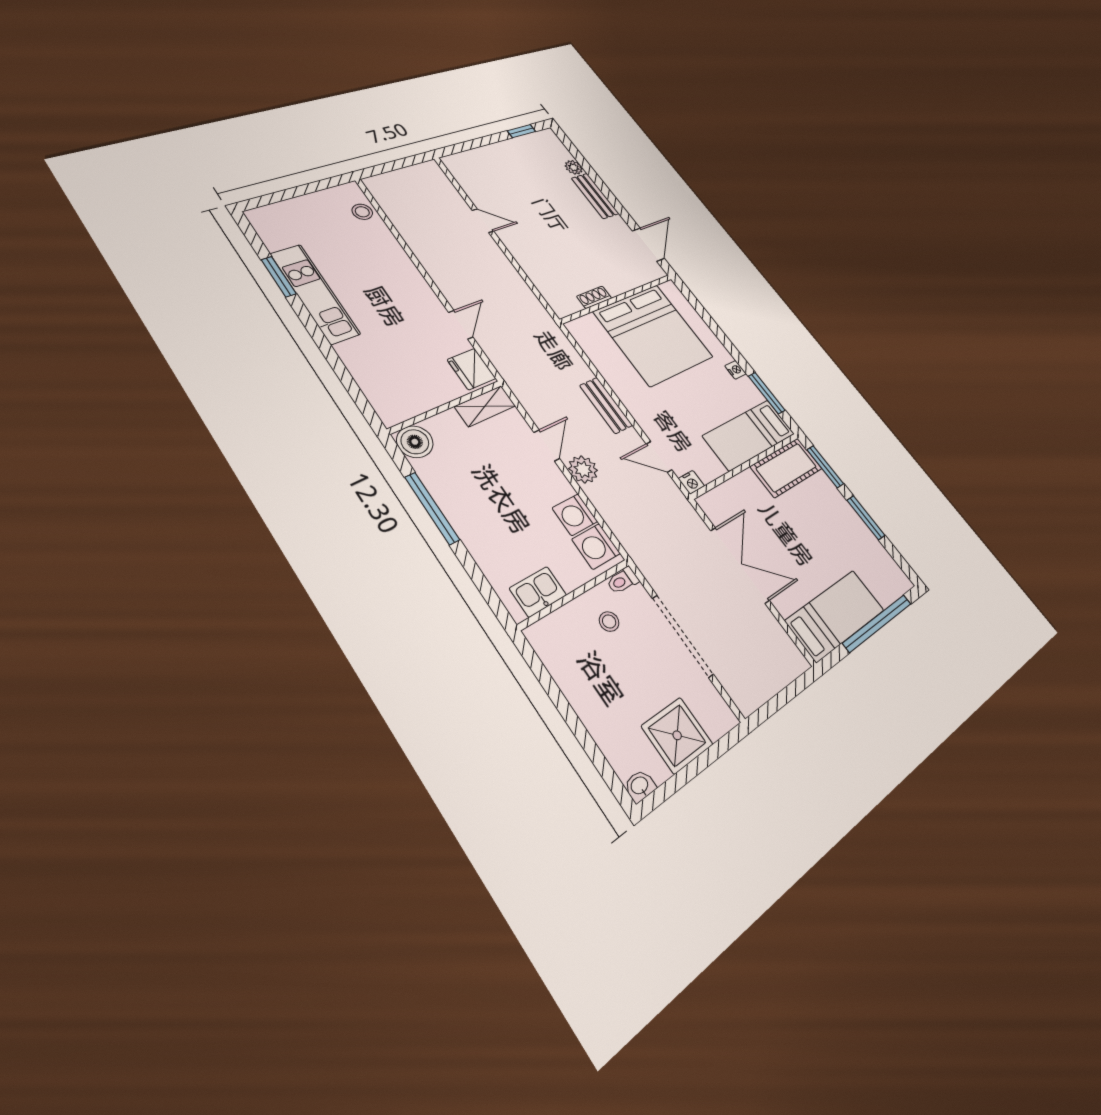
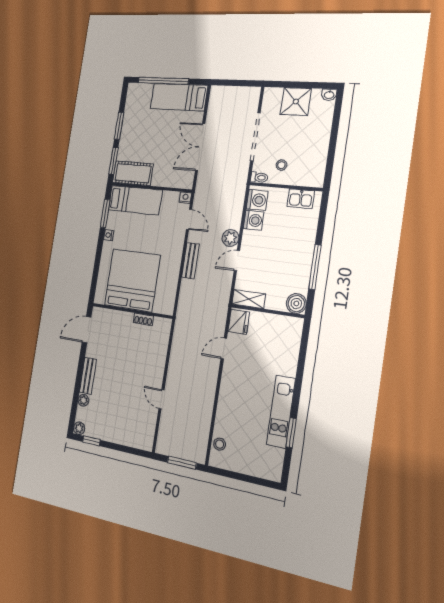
plant: (549, 136) -> (79, 428), added
window: (391, 166) -> (182, 463), added

